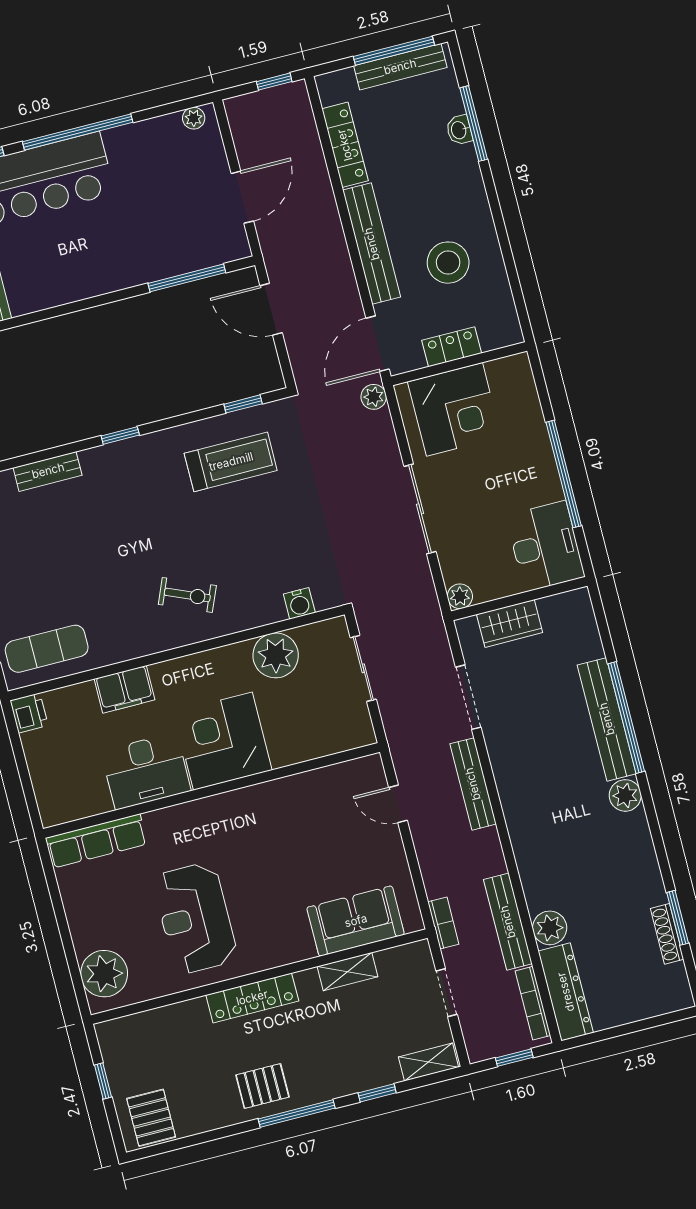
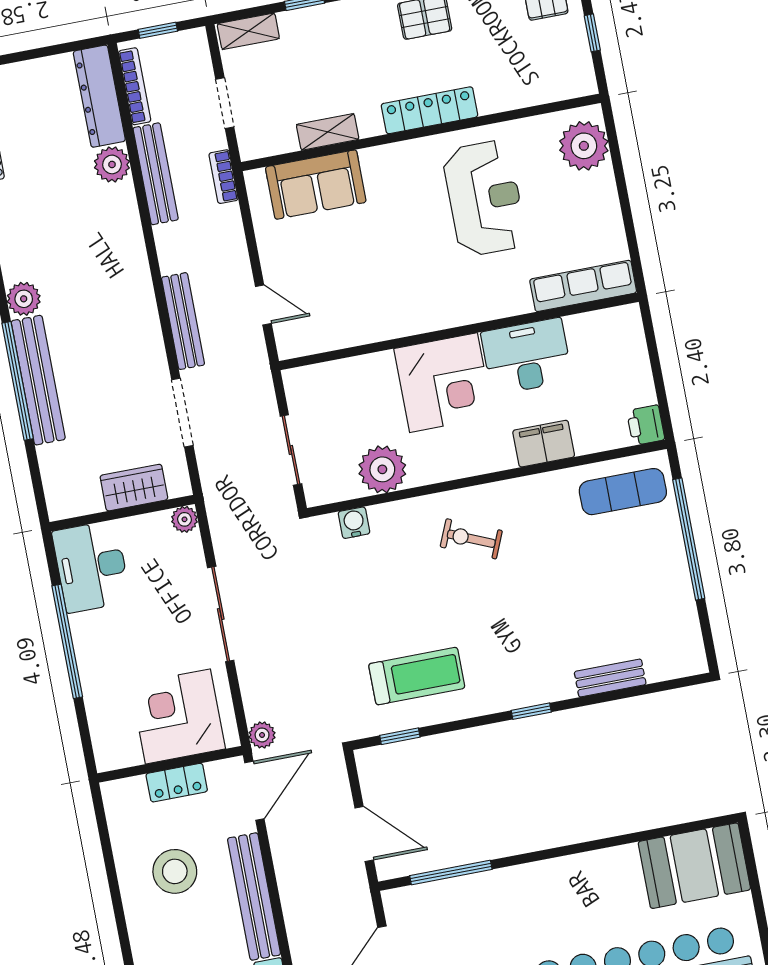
treadmill: (231, 462) -> (417, 676), turned 180

